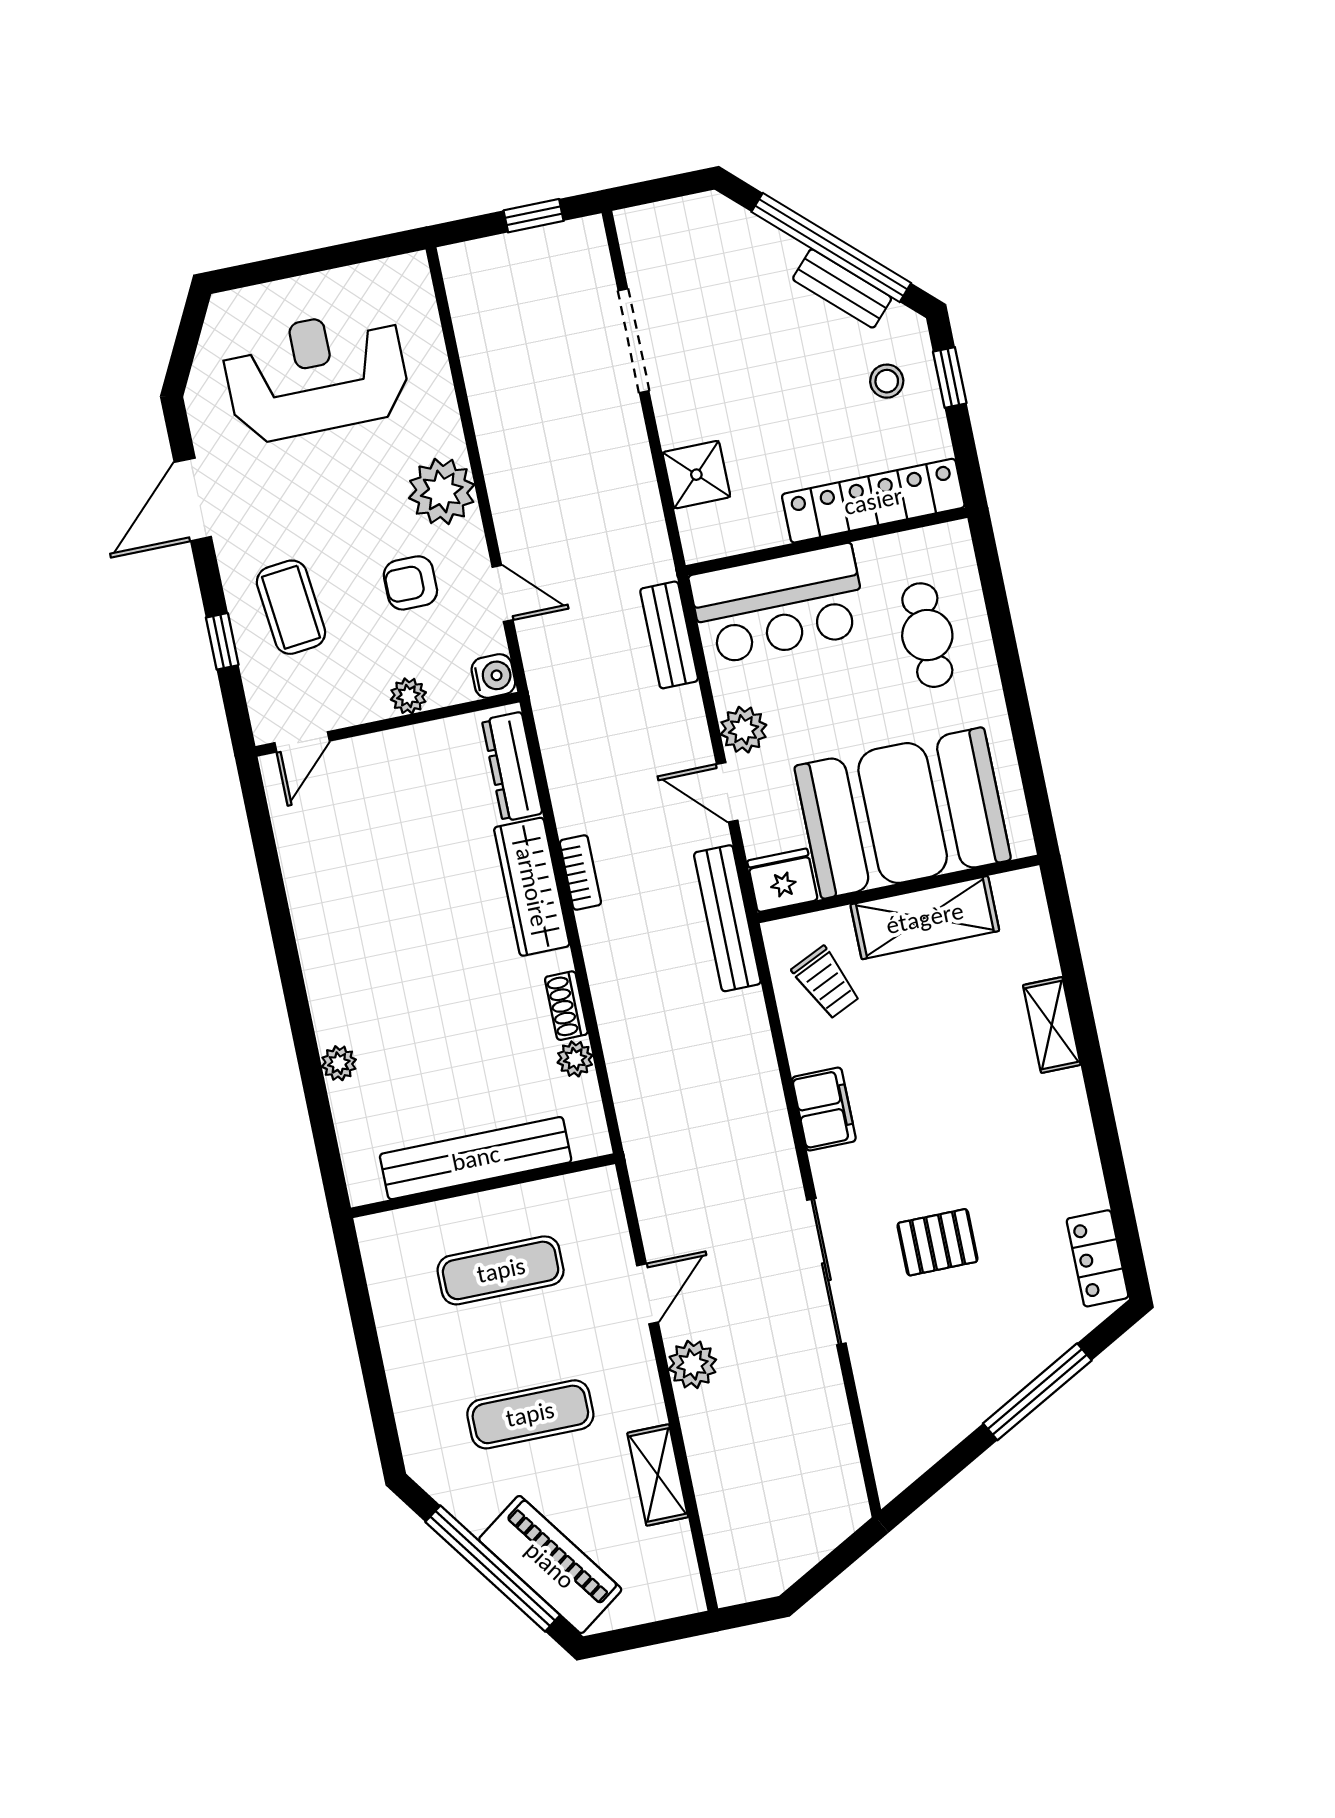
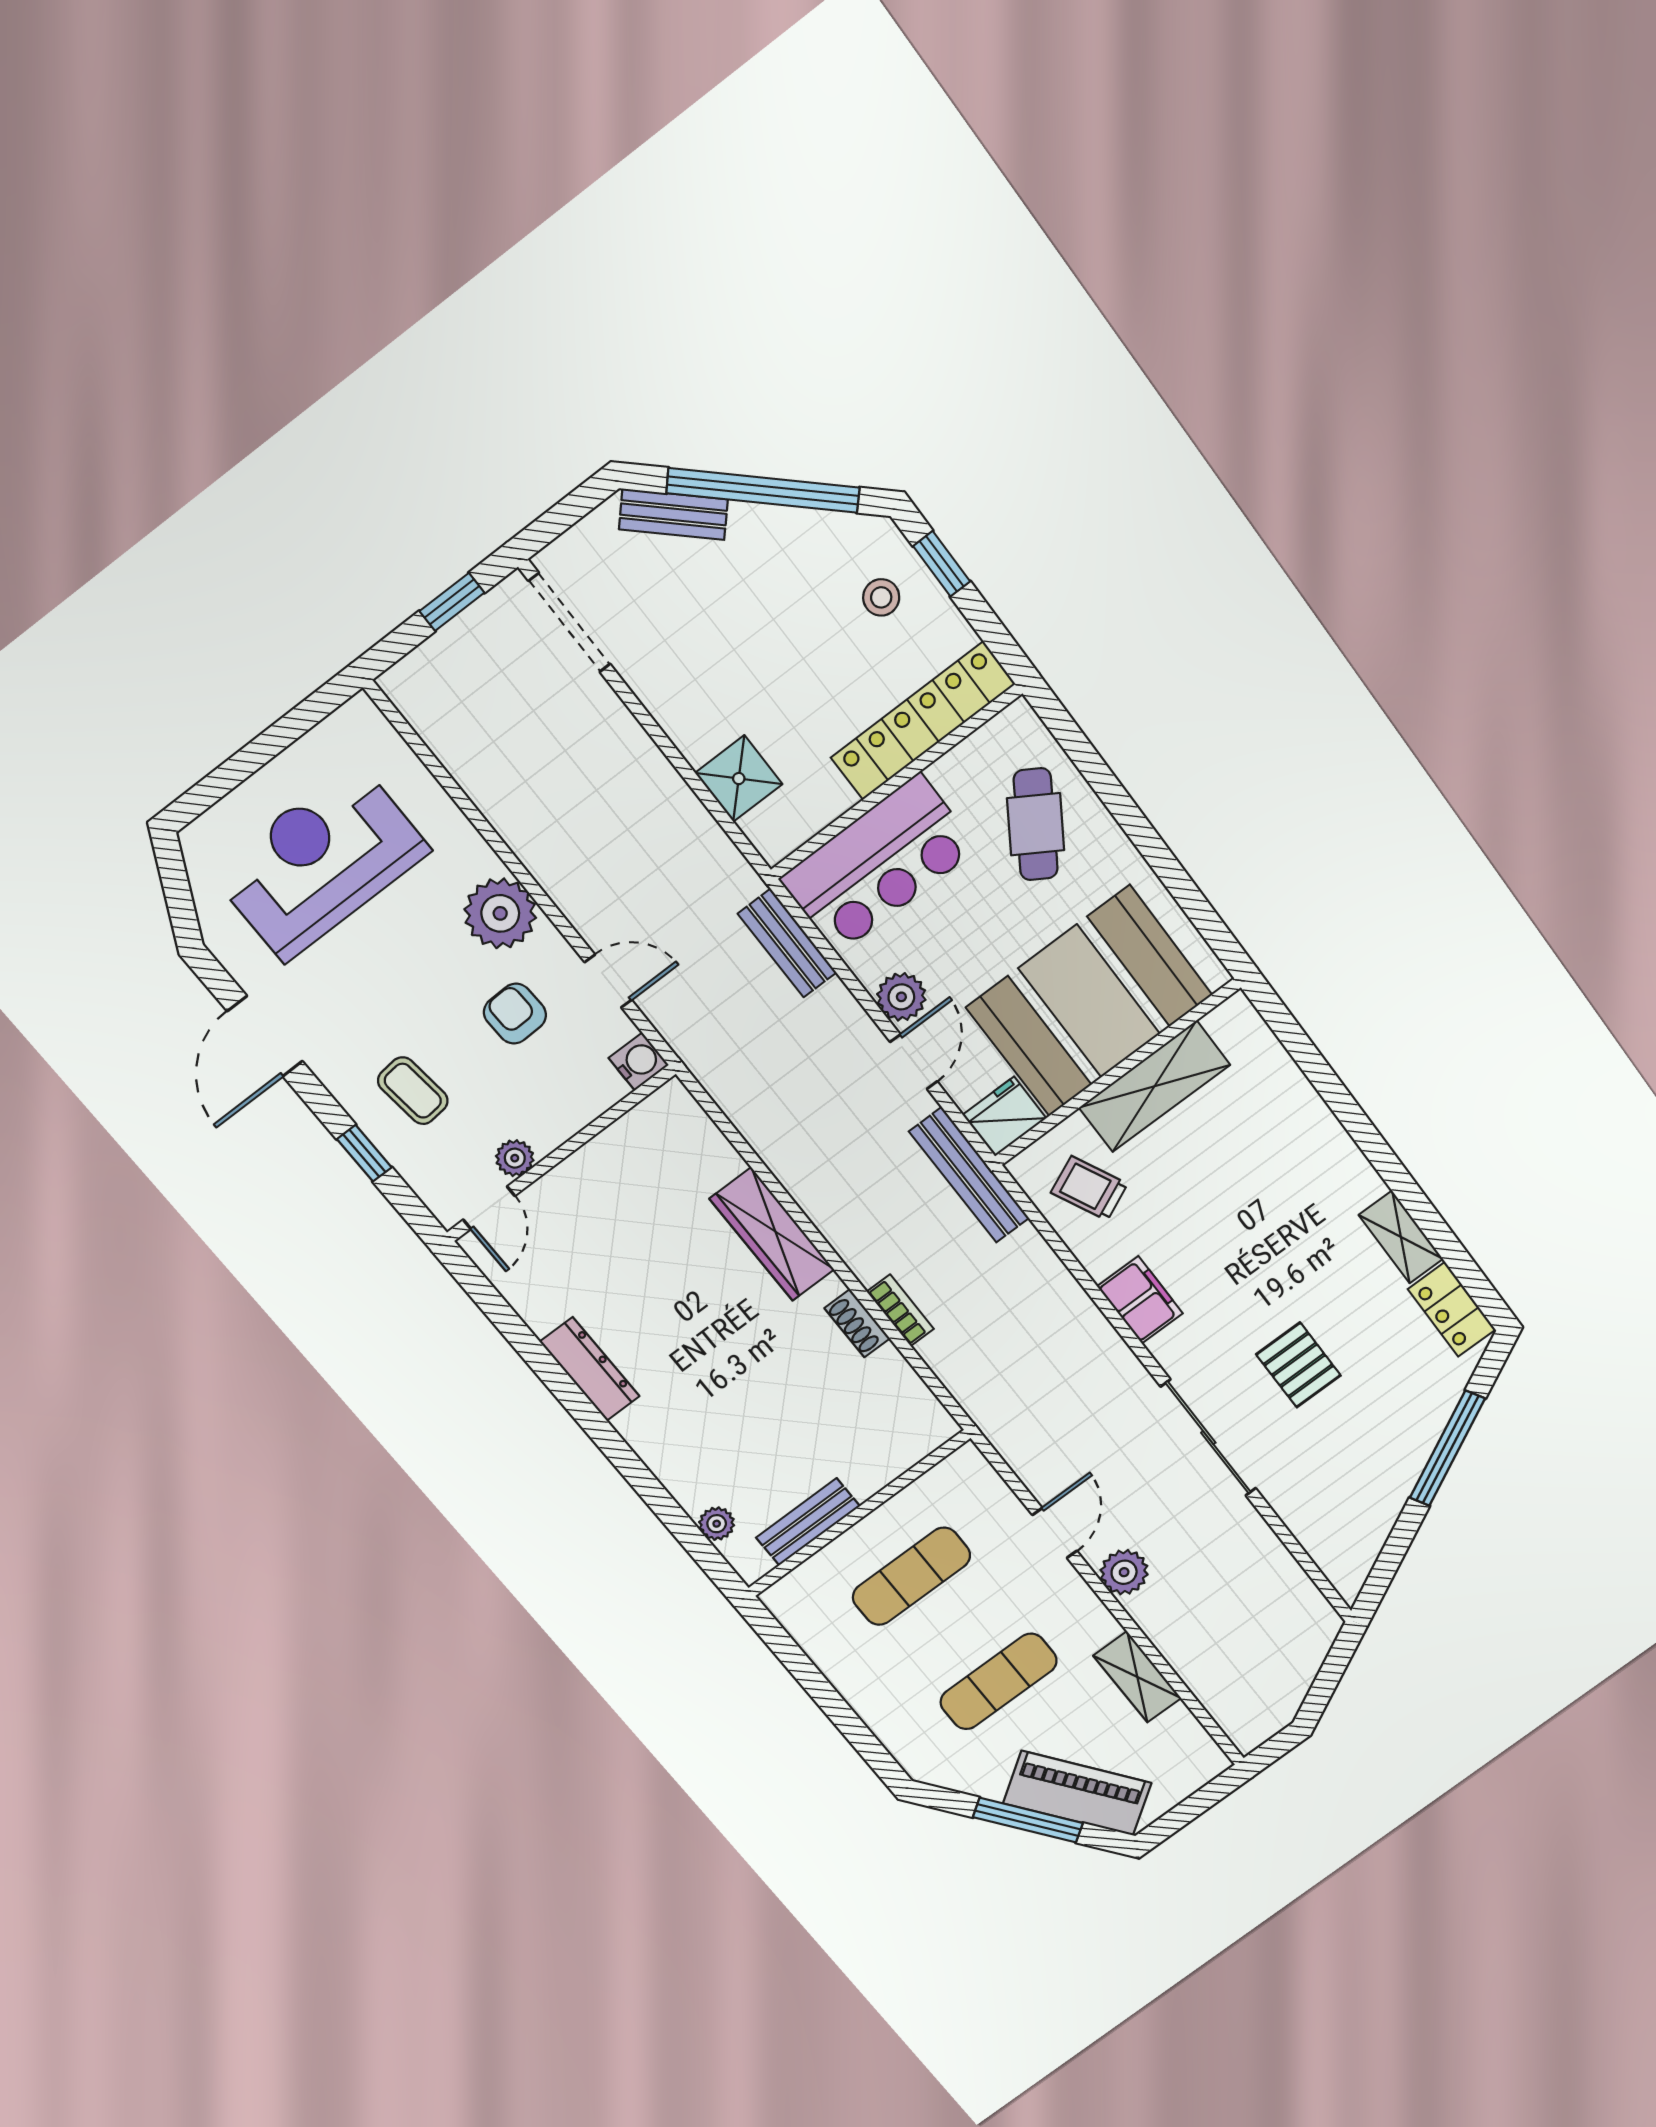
bench: (842, 289) -> (673, 514), moved
doorway: (634, 341) -> (570, 623), moved
armchair: (410, 583) -> (515, 1014), turned 88
coffee table: (291, 607) -> (413, 1091), width x0.73, depth x0.77
cafe table: (927, 635) -> (1036, 824), turned 32
plant: (408, 696) -> (515, 1158), moved
dresser: (512, 767) -> (590, 1369), moved, turned 180
door: (727, 792) -> (914, 1062), swing flipped
bookcase: (580, 873) -> (900, 1310), moved
trolley: (826, 983) -> (1089, 1188), turned 180
shelving: (1052, 1025) -> (1401, 1237), moved
plant: (575, 1059) -> (889, 1365), removed
plant: (339, 1063) -> (717, 1524), moved
bench: (476, 1158) -> (808, 1522), width x0.54, depth x0.82
pallet: (937, 1242) -> (1298, 1365), turned 90
window: (493, 1569) -> (1028, 1820), width x0.68

